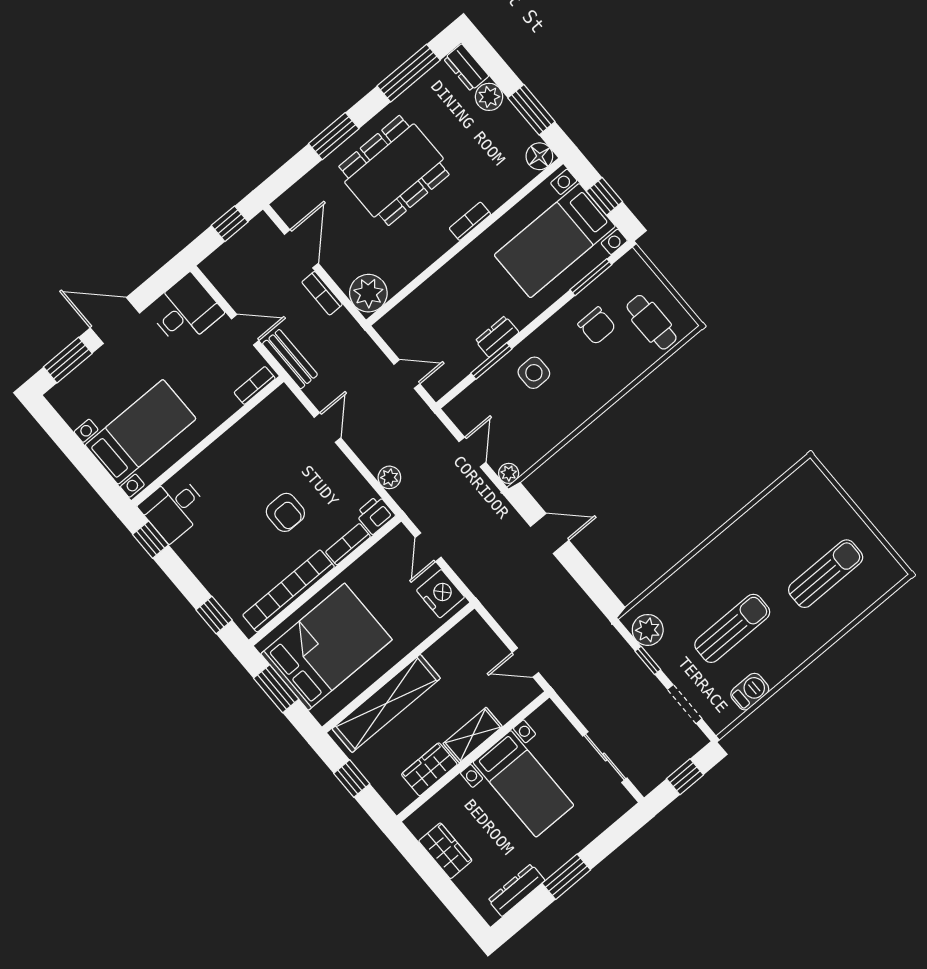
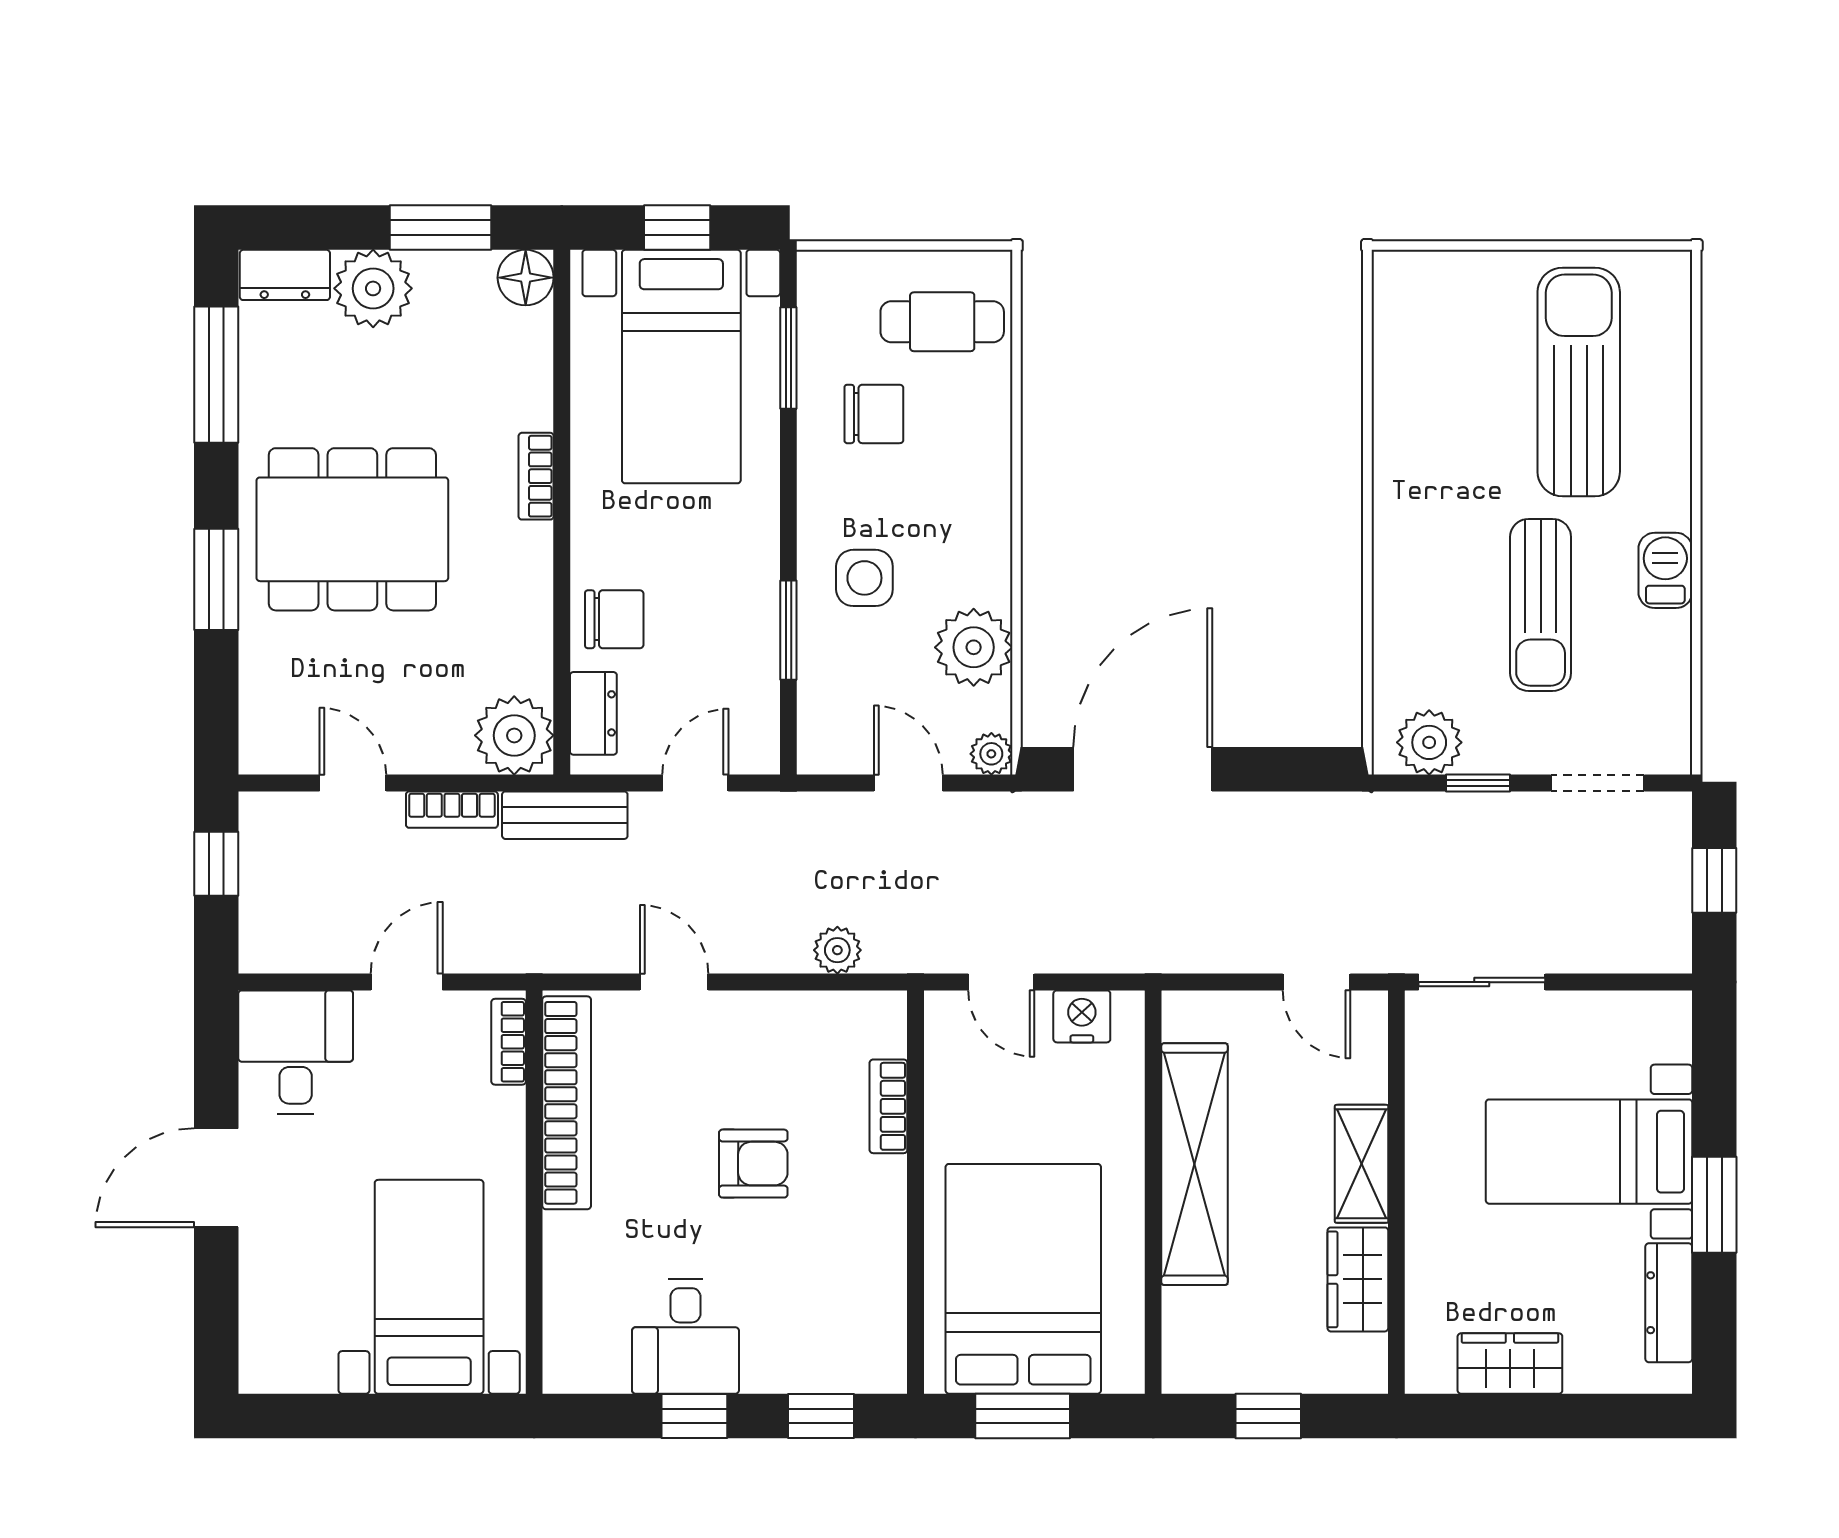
plant: (489, 97) -> (373, 288), width x1.36, depth x1.36
dining table: (394, 170) -> (352, 529), turned 90
door: (301, 249) -> (353, 783), width x0.73
chair: (442, 294) -> (614, 619), added
dresser: (497, 336) -> (593, 713), moved, turned 180
bench: (290, 359) -> (565, 815), moved
window: (68, 360) -> (216, 1306), removed
plant: (542, 434) -> (974, 647), added
desk: (174, 508) -> (686, 1336), moved
printer: (375, 515) -> (878, 1023), removed
door: (550, 533) -> (1143, 769), width x1.87
window: (151, 540) -> (694, 1416), moved
sun lounger: (826, 574) -> (1579, 382), width x1.36, depth x1.34
bookcase: (289, 591) -> (567, 1103), moved, turned 180
nightstand: (441, 594) -> (1082, 1016), width x0.74, depth x0.75
sun lounger: (732, 628) -> (1541, 605), turned 180
door: (525, 663) -> (1316, 982), hinge flipped
barbecue: (750, 692) -> (1665, 570), moved
shelving: (386, 703) -> (1195, 1164), moved
sliding door: (605, 757) -> (1482, 982), moved
bed with nightstands: (523, 784) -> (1589, 1152), moved, turned 180

